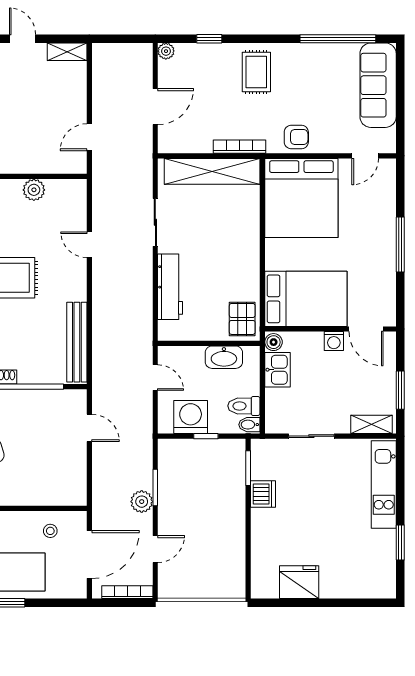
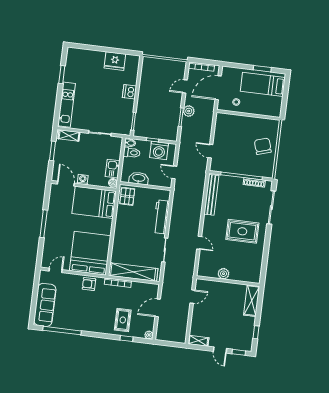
rug: (256, 72) -> (123, 320), moved
dishwasher: (263, 494) -> (129, 92), moved

